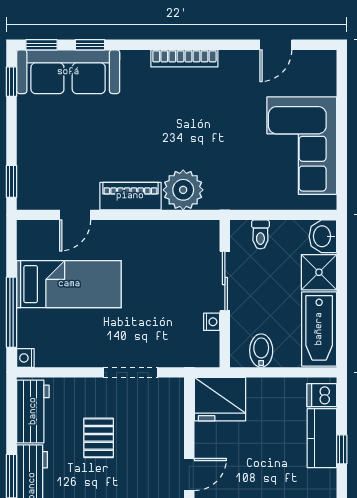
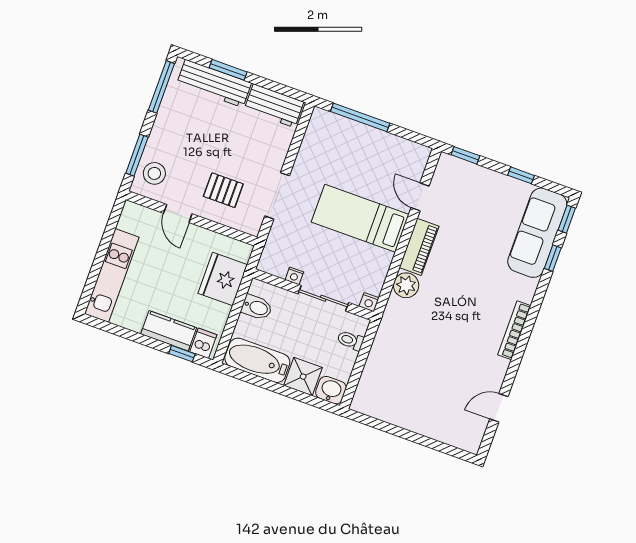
door: (276, 45) -> (499, 408), hinge flipped
window: (11, 82) -> (521, 175), moved
corner sofa: (302, 146) -> (410, 399), removed
plant: (183, 190) -> (406, 285), width x0.73, depth x0.73
bed: (69, 284) -> (360, 218), moved, turned 90
nightstand: (25, 358) -> (369, 302), moved, turned 180
fridge: (220, 399) -> (223, 279), moved
pallet: (99, 438) -> (223, 190), moved
window: (342, 449) -> (182, 354), moved

